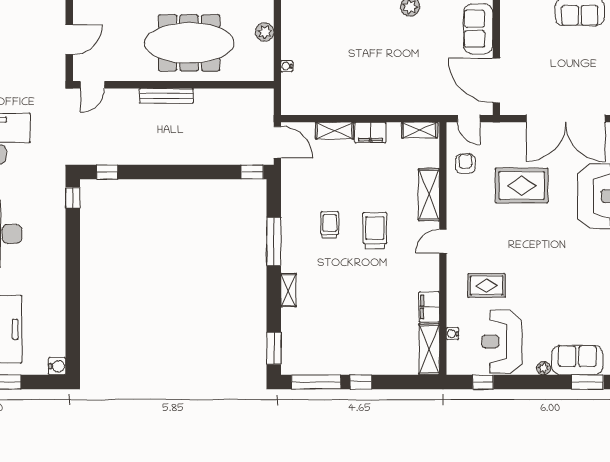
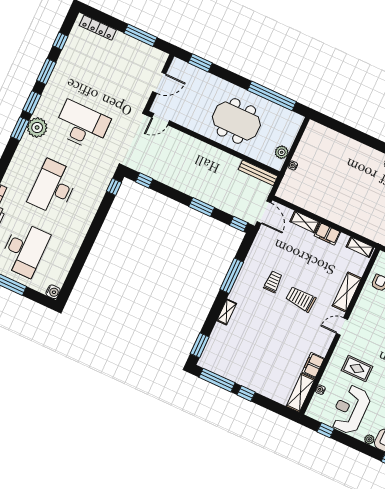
plant: (265, 32) -> (282, 152), moved
meeting table: (189, 43) -> (236, 121), width x0.73
bench: (166, 96) -> (258, 173), moved
window: (195, 172) -> (202, 207), added
trolley: (375, 231) -> (301, 299), turned -86

